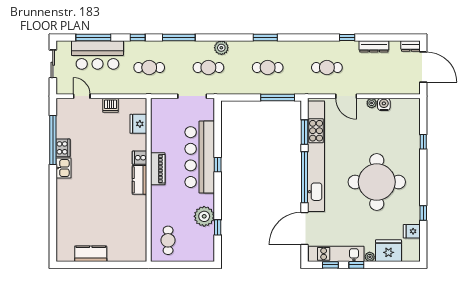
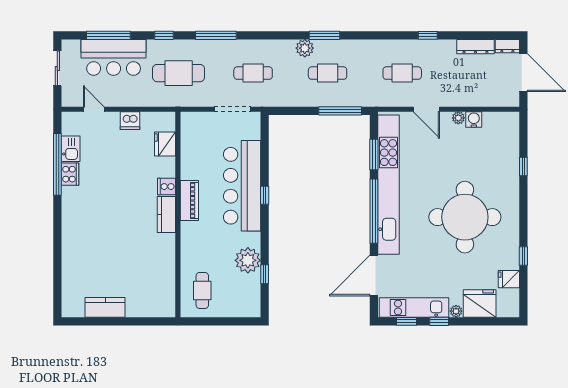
dresser: (374, 46) -> (475, 47), moved
plant: (221, 48) -> (305, 48), moved
cafe table: (149, 67) -> (179, 73), width x1.37, depth x1.35
kitchen sink: (63, 168) -> (71, 149), moved

